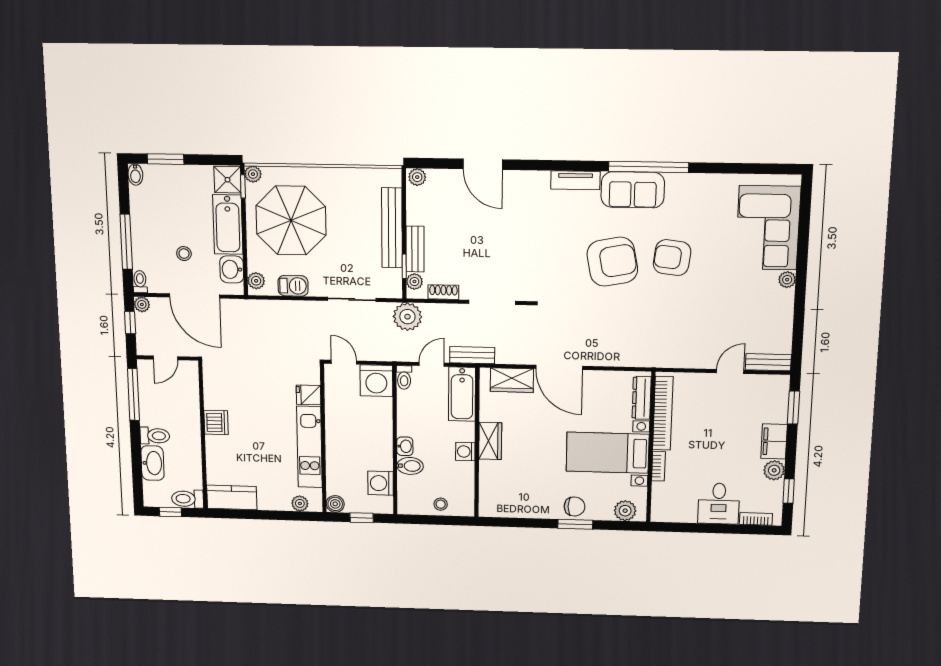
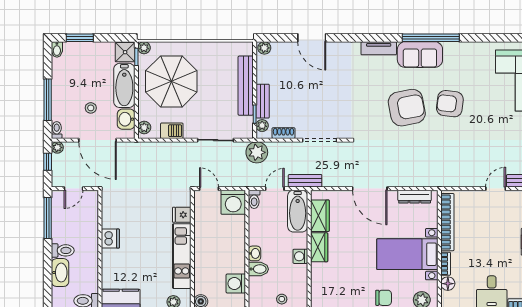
wardrobe: (512, 380) -> (320, 216), moved, turned -90
dresser: (642, 398) -> (415, 197), moved, turned -90
floor lamp: (660, 491) -> (448, 284), added

